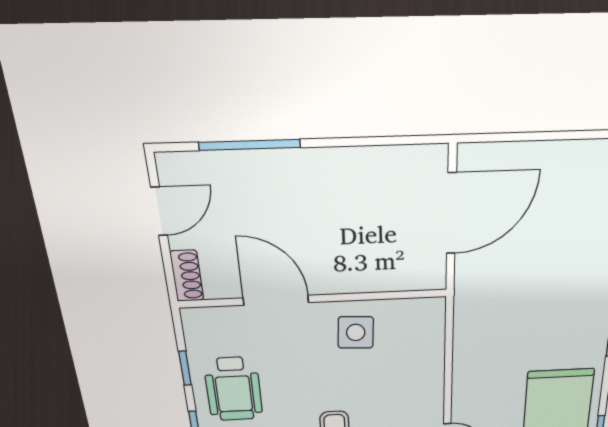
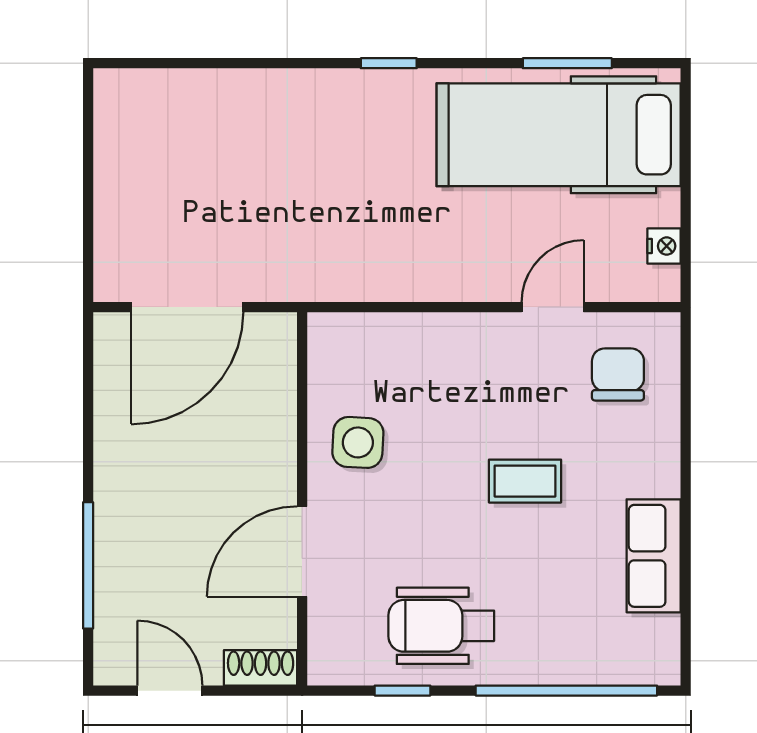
door: (451, 214) -> (187, 307), swing flipped
wheelchair: (233, 389) -> (441, 626), turned 180

